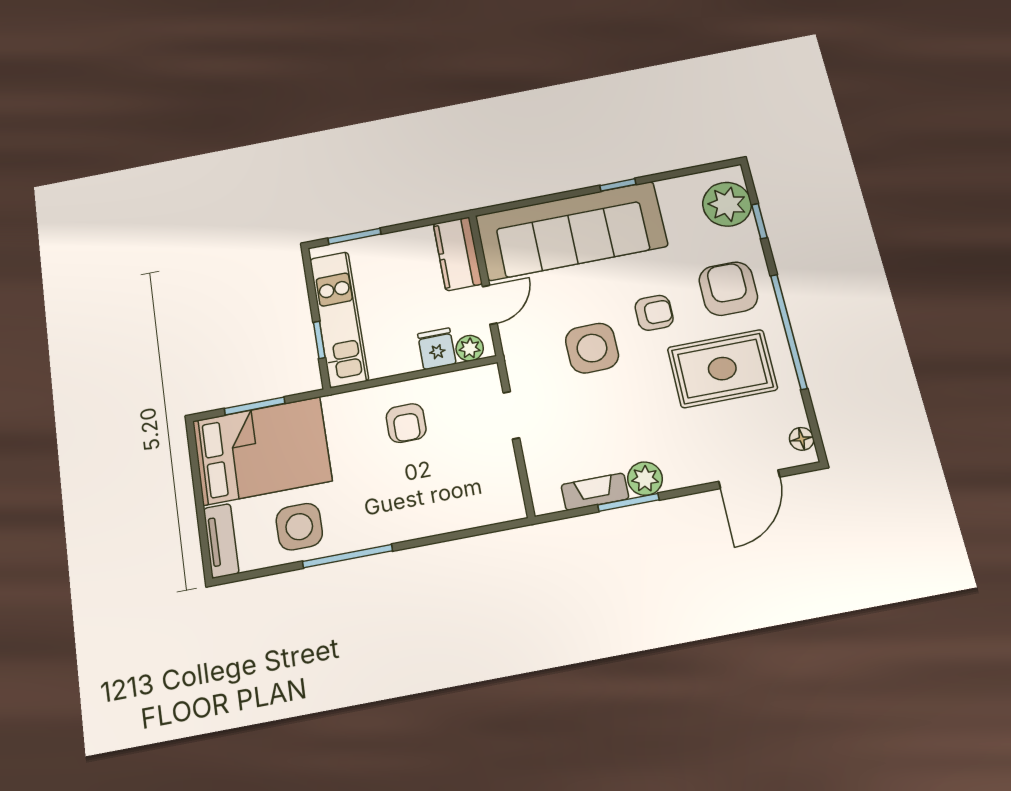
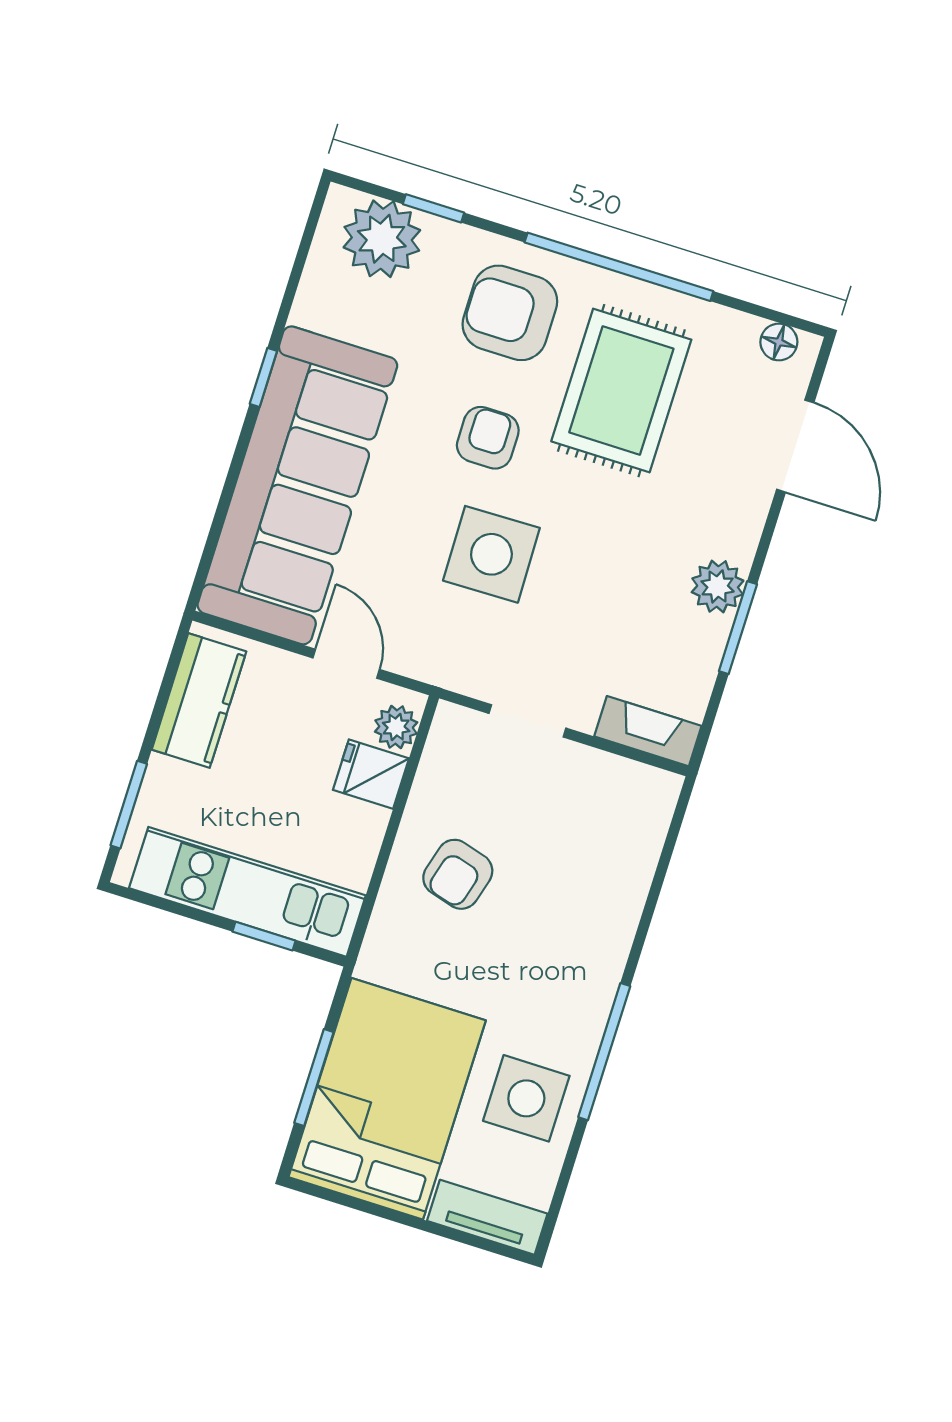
kitchen counter: (458, 254) -> (199, 700), moved, turned -90
armchair: (406, 423) -> (458, 874), turned 106
fireplace: (595, 492) -> (648, 731), moved, turned 90

